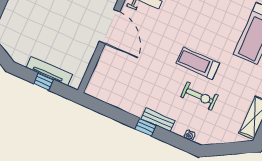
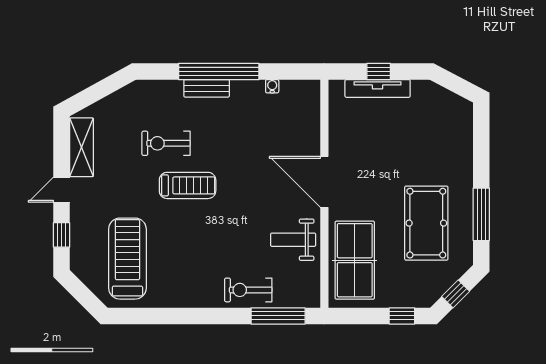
window: (145, 127) -> (219, 71), width x3.17
water cooler: (189, 135) -> (272, 86), moved

